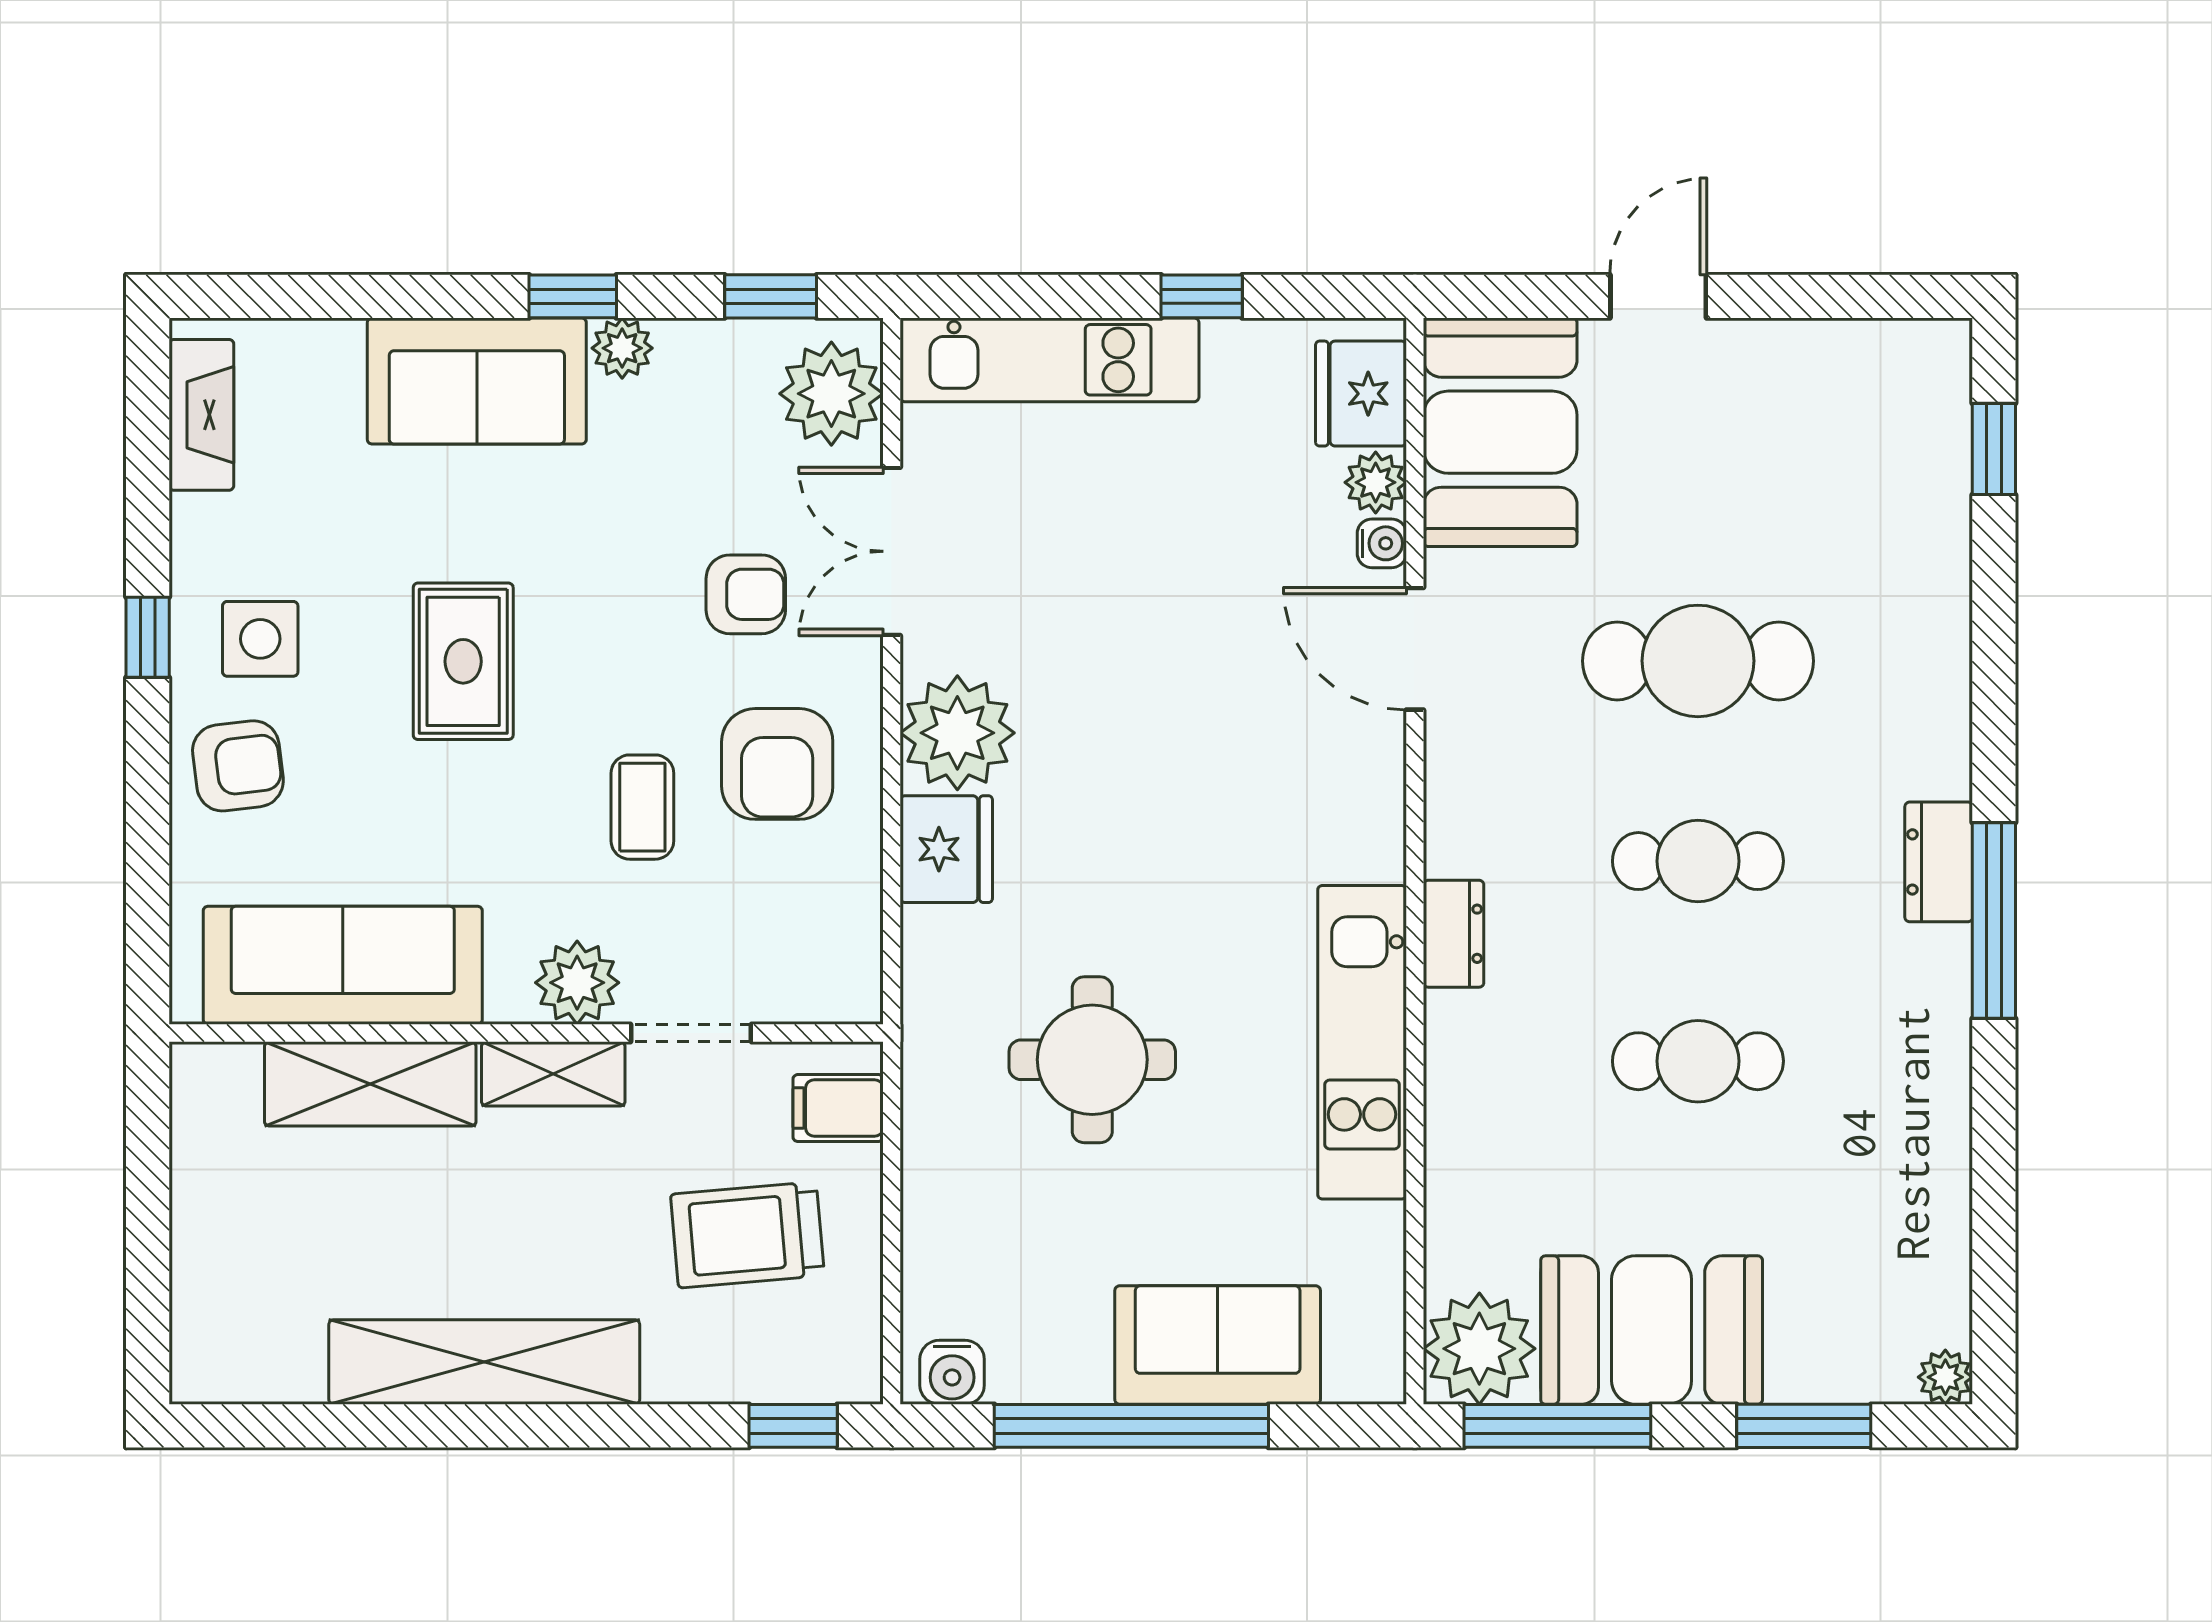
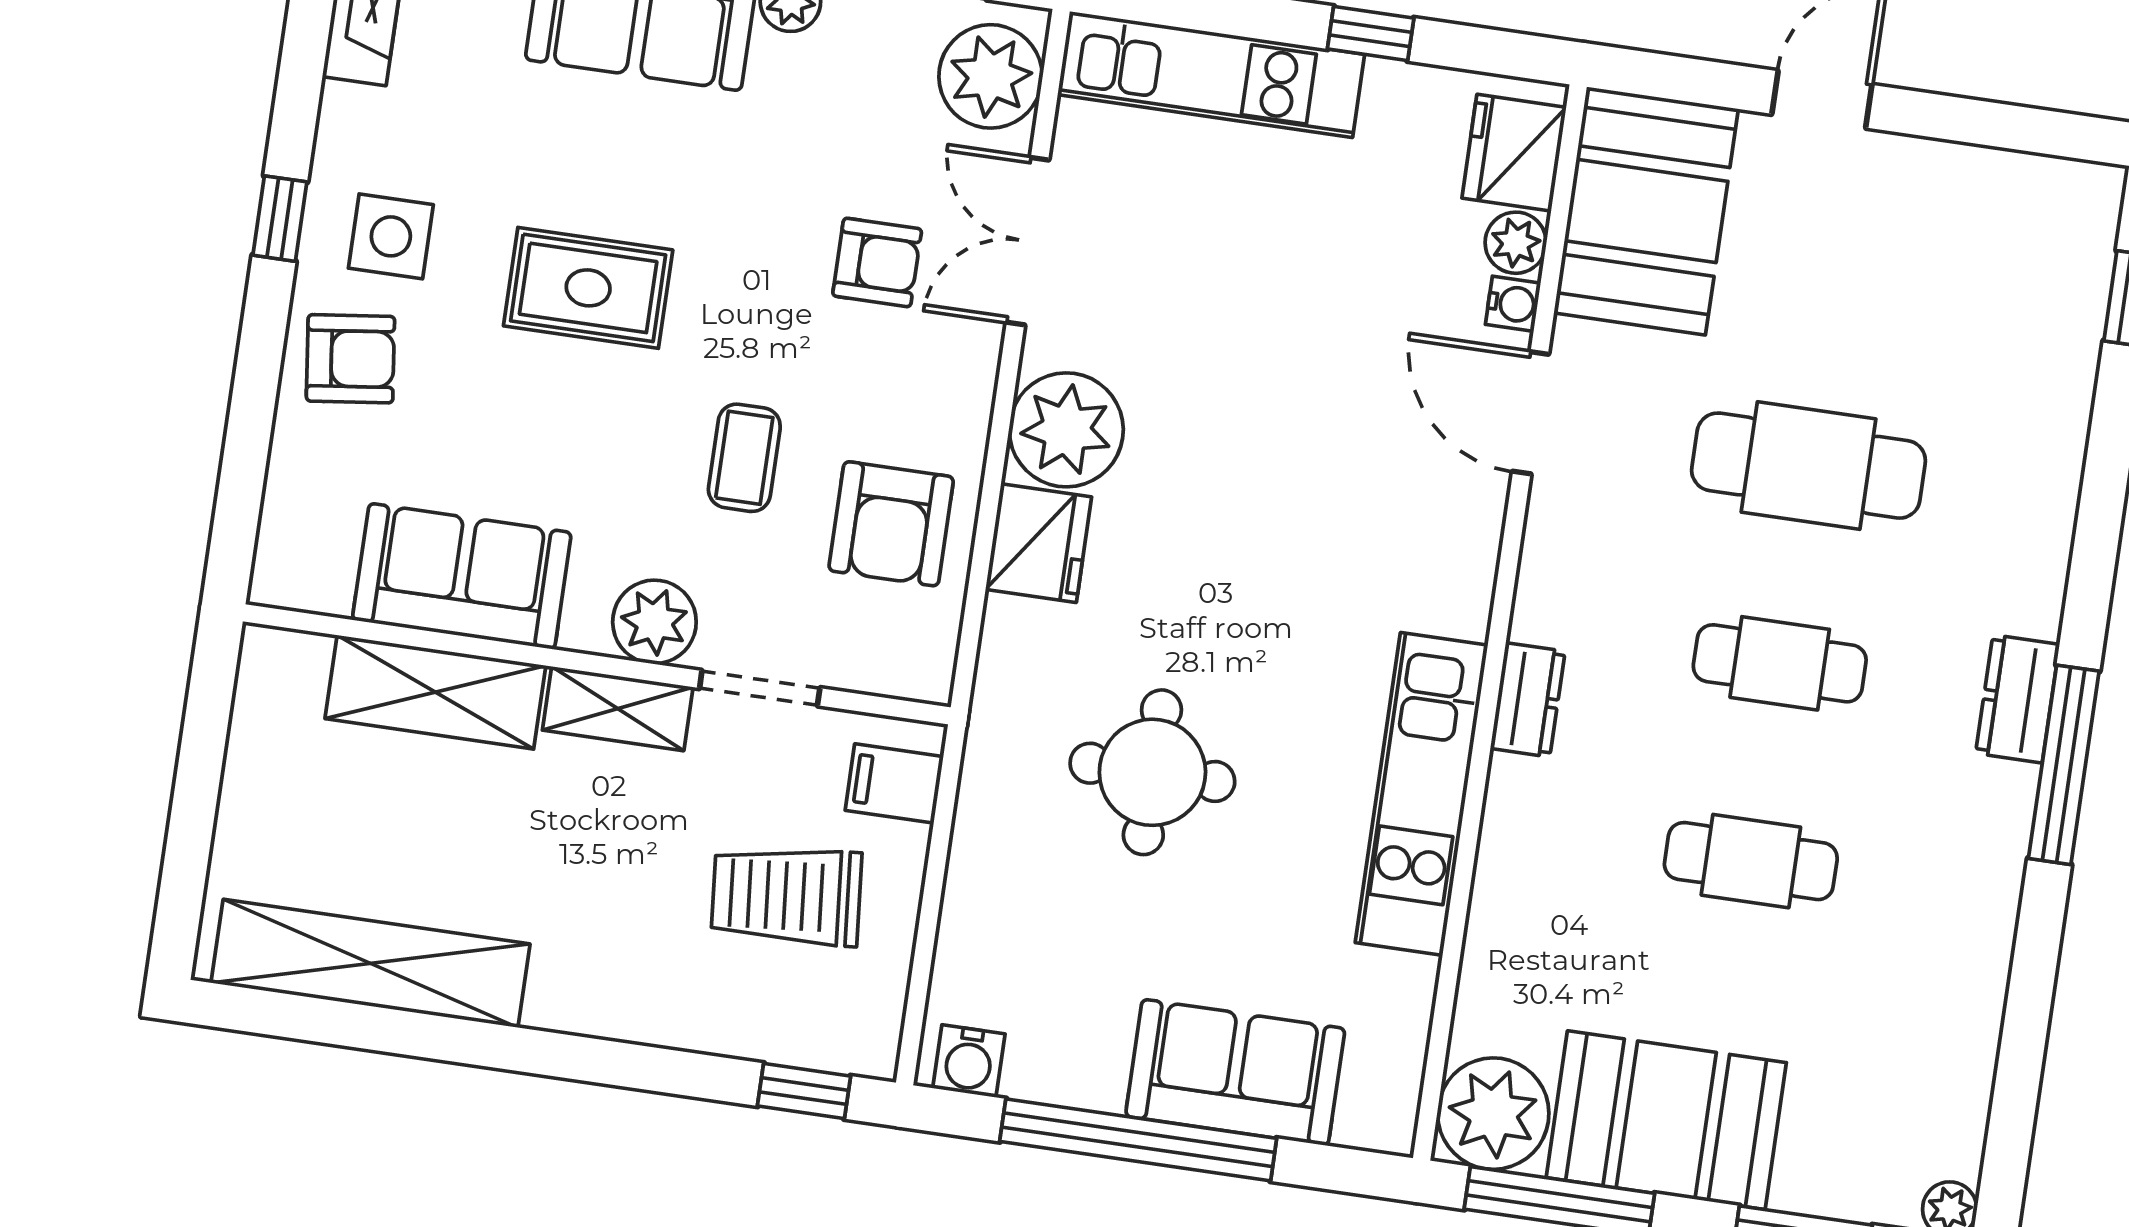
rug: (463, 661) -> (588, 288), turned 90
armchair: (777, 764) -> (891, 524), moved
sofa: (343, 965) -> (462, 576), width x0.73
shelving: (484, 1362) -> (371, 963), moved

